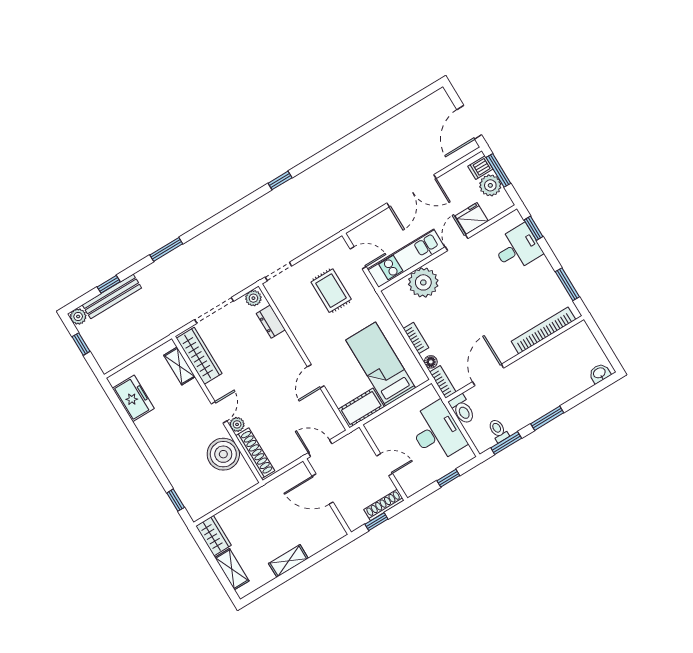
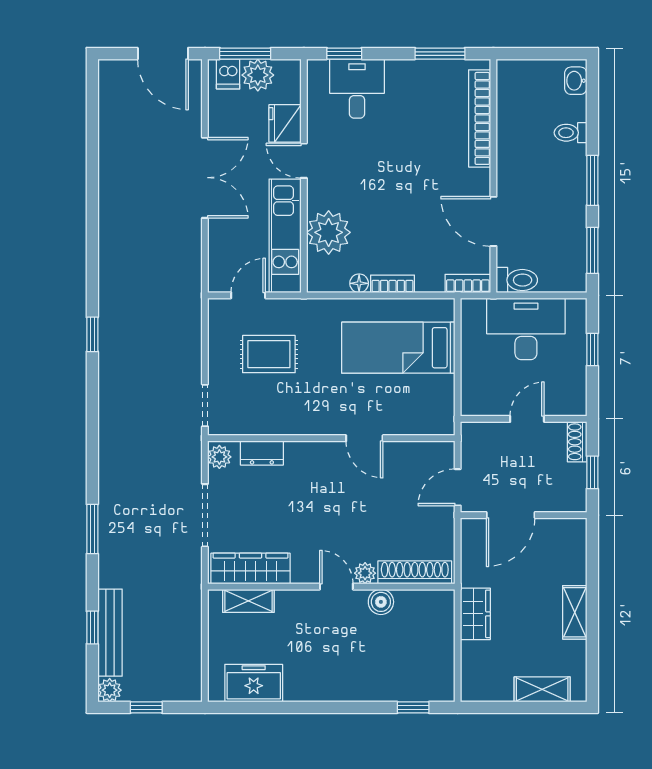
floor lamp: (431, 362) -> (359, 283), moved
cot: (361, 408) -> (439, 405), removed
toilet: (498, 430) -> (571, 133), moved
boiler: (223, 454) -> (381, 602), width x0.54, depth x0.54
shoe rack: (384, 505) -> (577, 442), width x0.70
wardrobe: (213, 536) -> (475, 614), moved, turned 90

